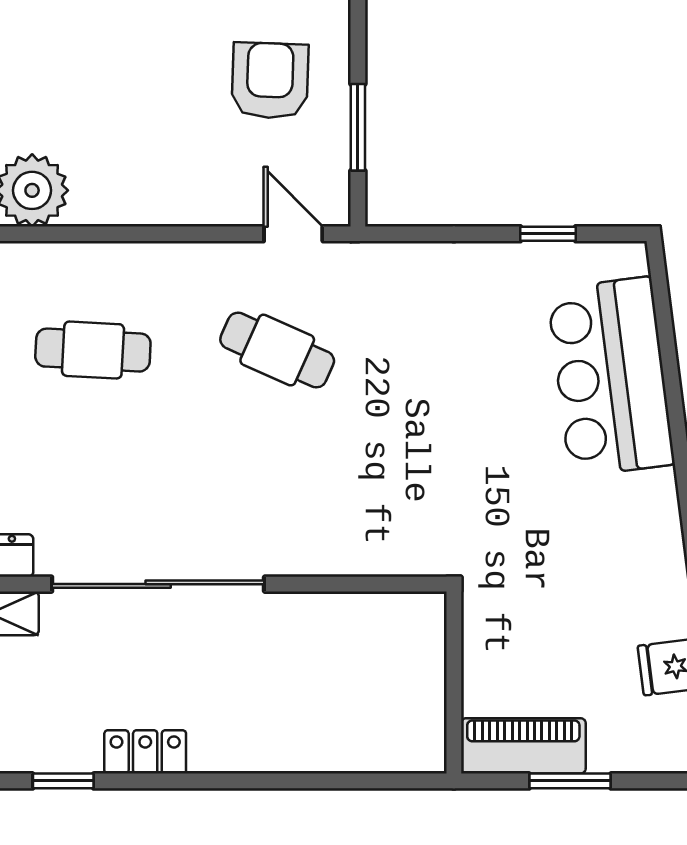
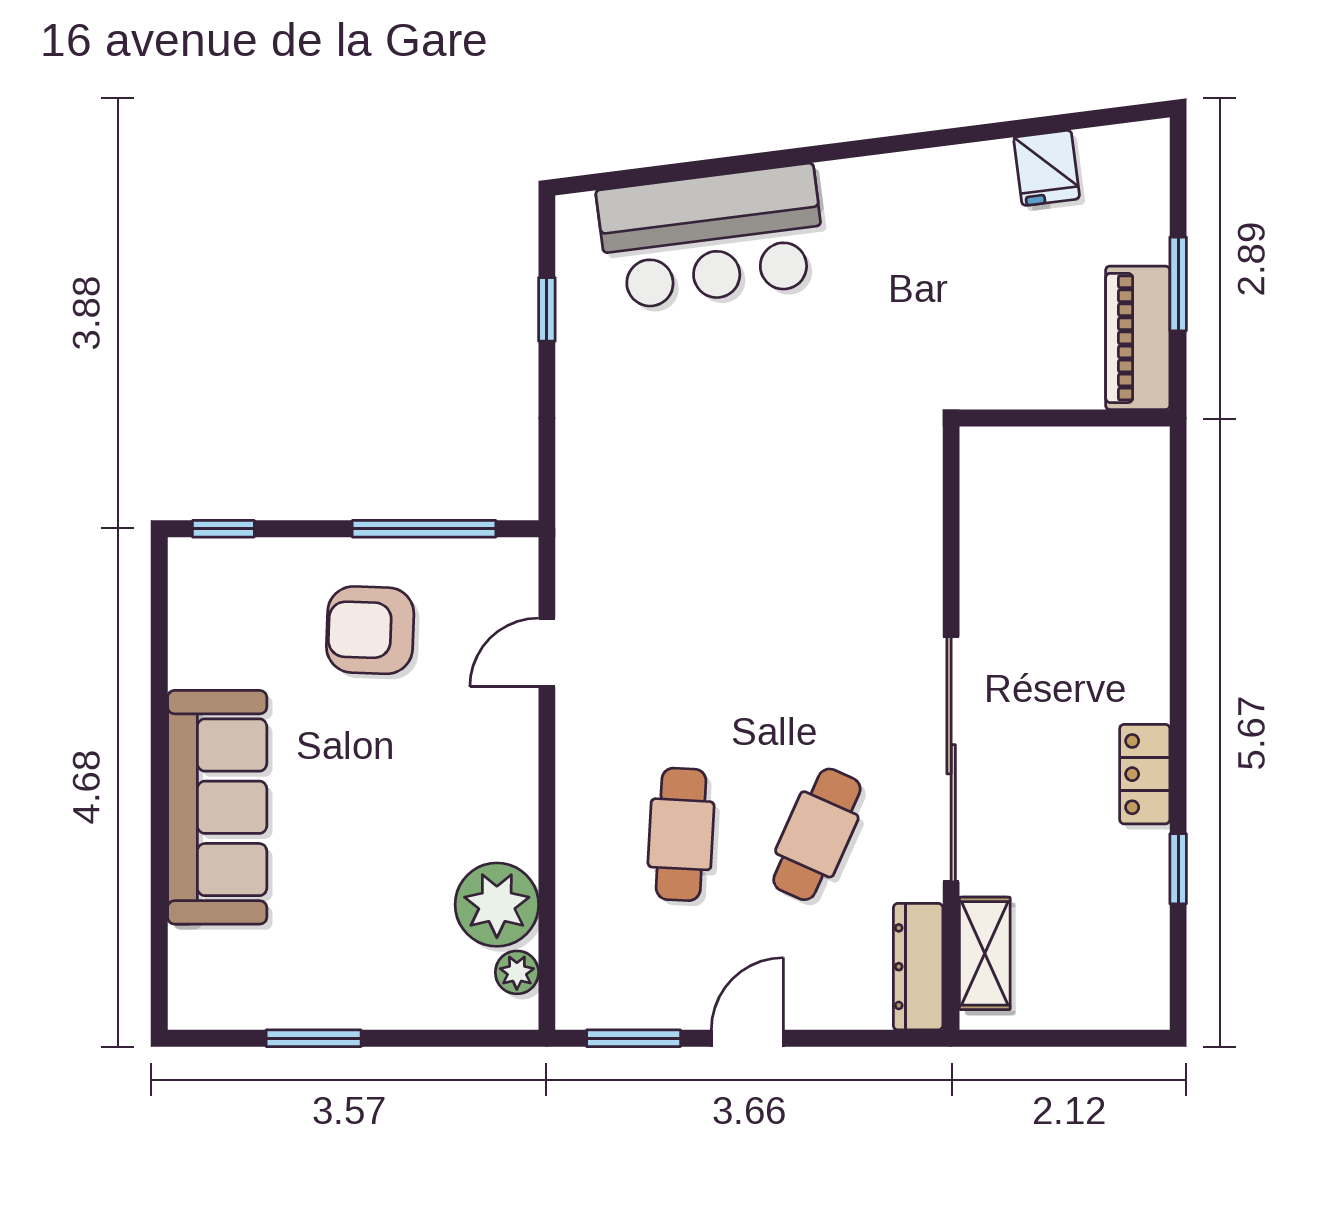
window: (358, 127) -> (424, 529), width x1.44
door: (293, 234) -> (547, 652), moved
cafe table: (277, 350) -> (817, 834), moved

